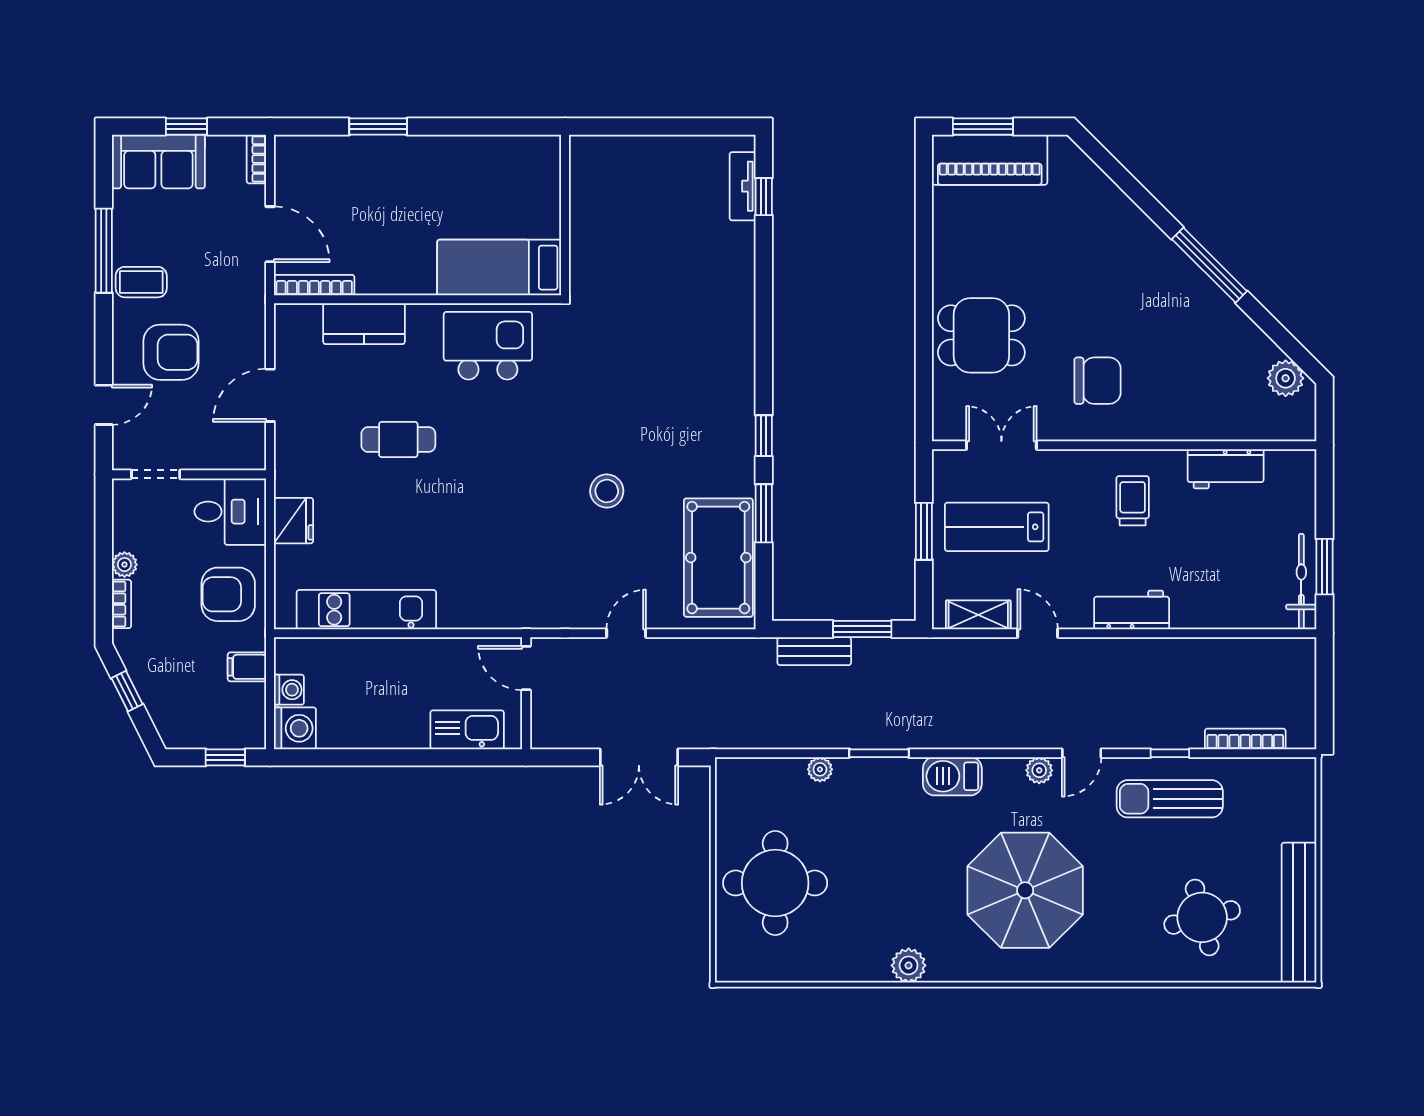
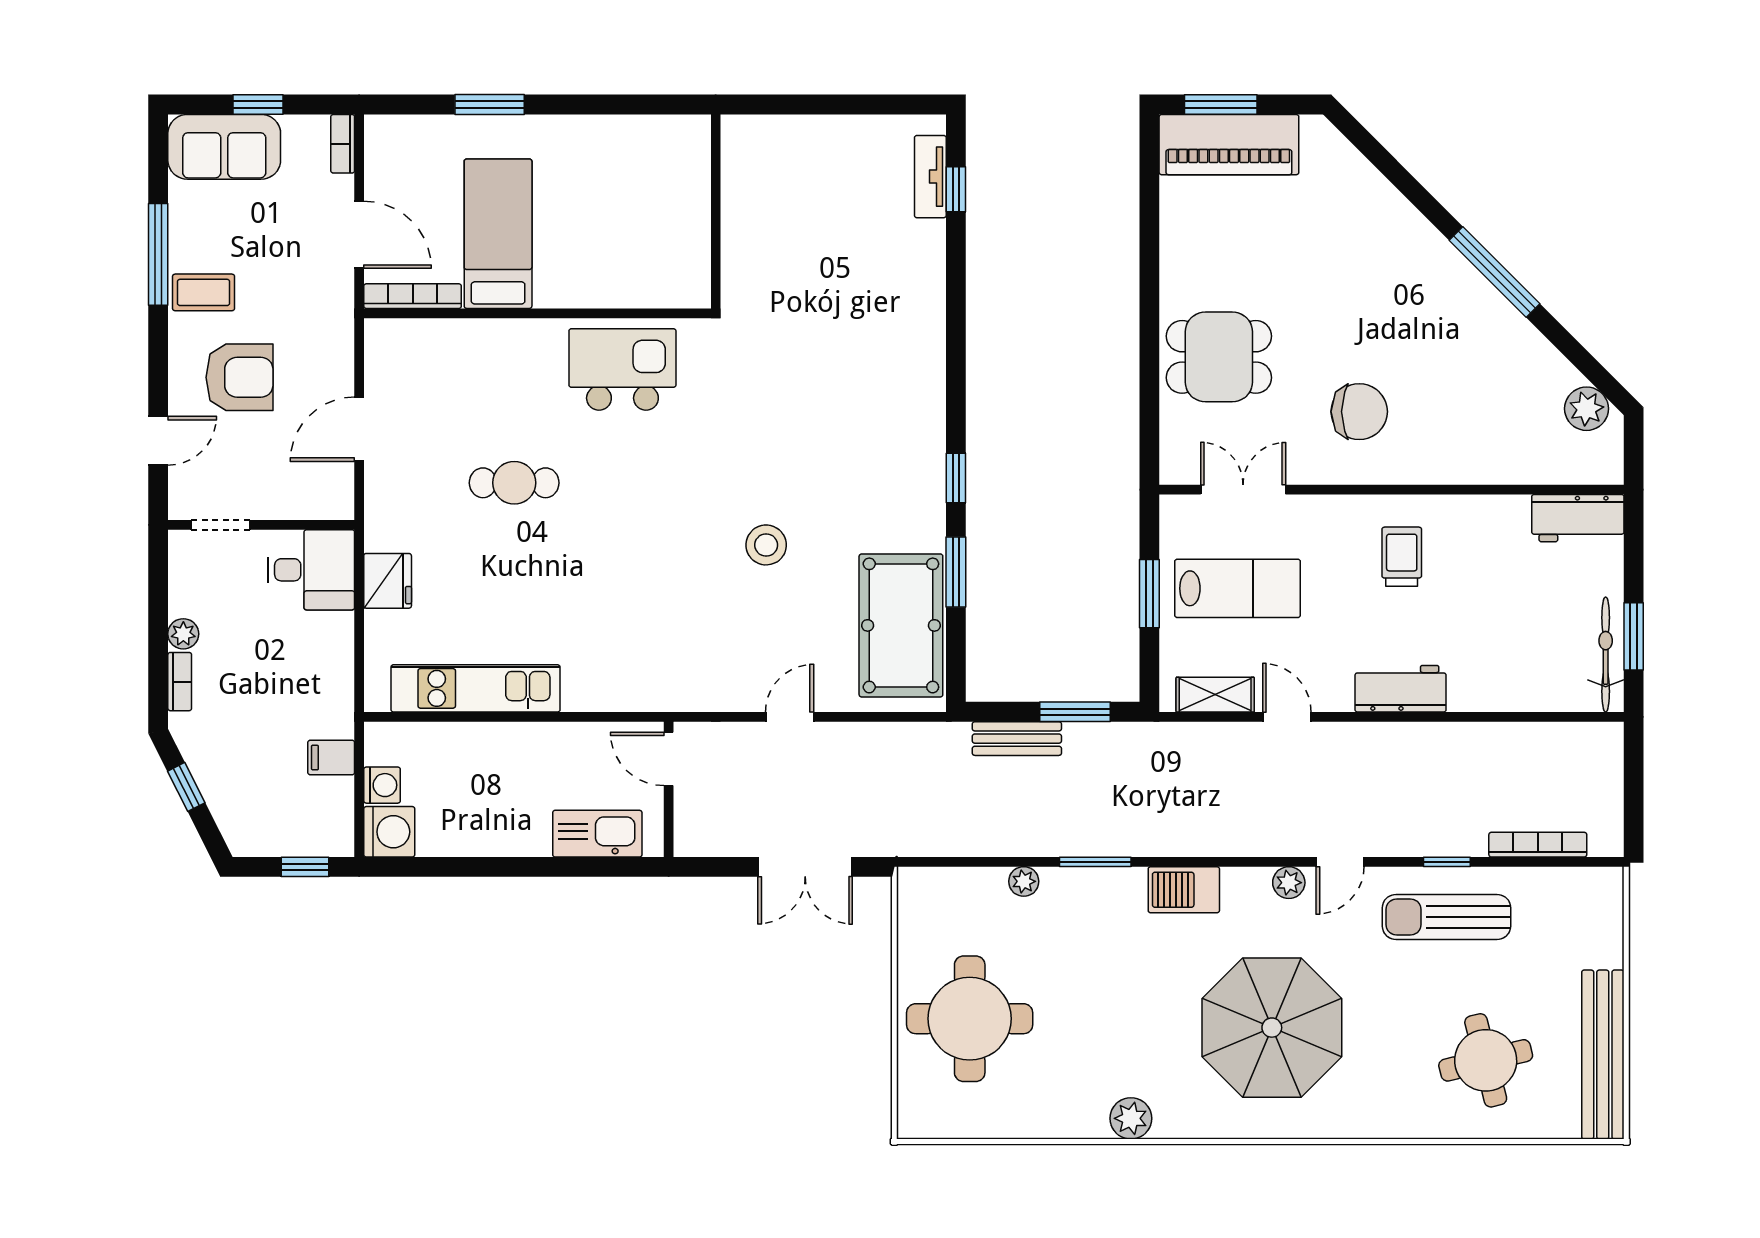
bed: (499, 268) -> (498, 234), moved, turned 90
kitchen counter: (364, 324) -> (473, 343), removed
workbench: (1226, 469) -> (1578, 518), moved
lab bench: (997, 527) -> (1238, 588), turned 180
armchair: (228, 594) -> (309, 670), removed

